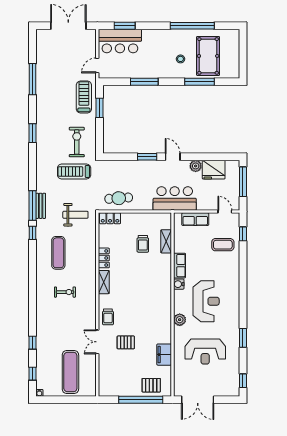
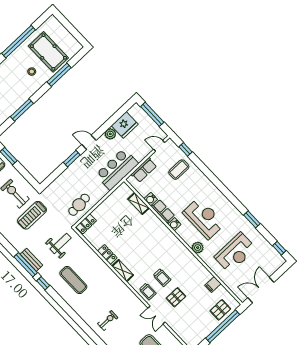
trolley: (143, 244) -> (162, 278), moved
water cooler: (179, 247) -> (151, 199), added
exercise bike: (65, 292) -> (108, 321), moved
filing cabinet: (164, 355) -> (213, 285), width x0.50
double door: (198, 400) -> (261, 290), swing flipped

